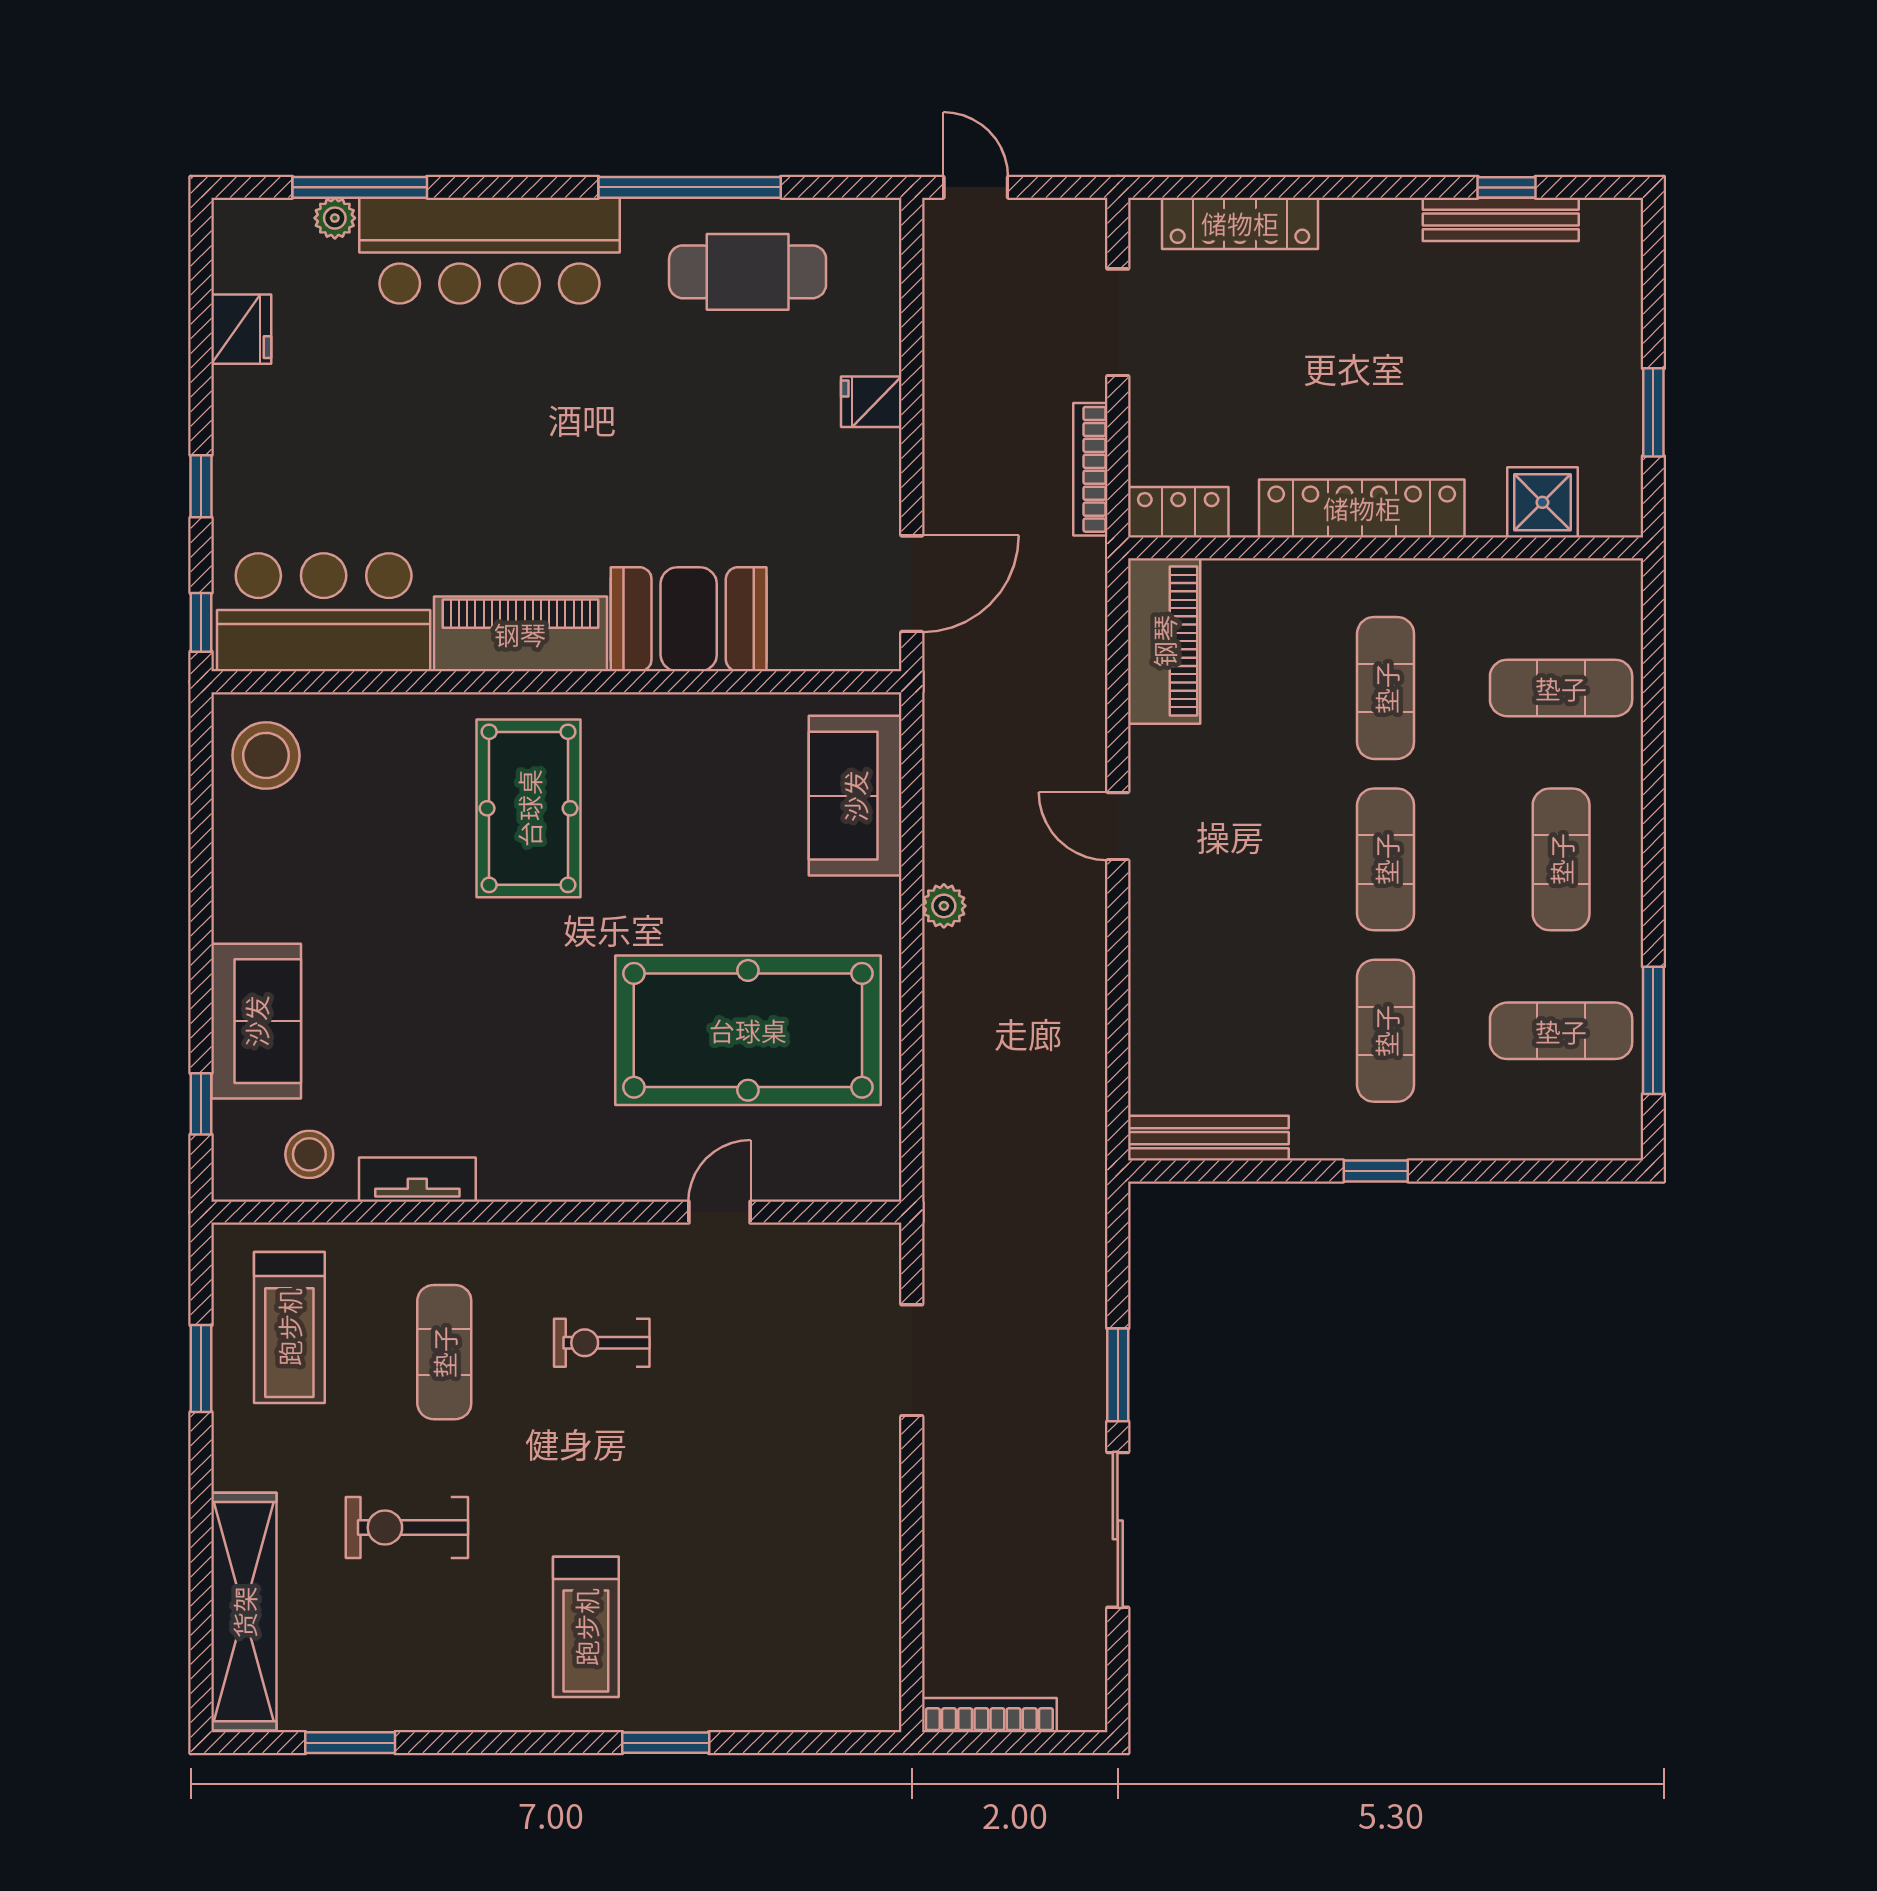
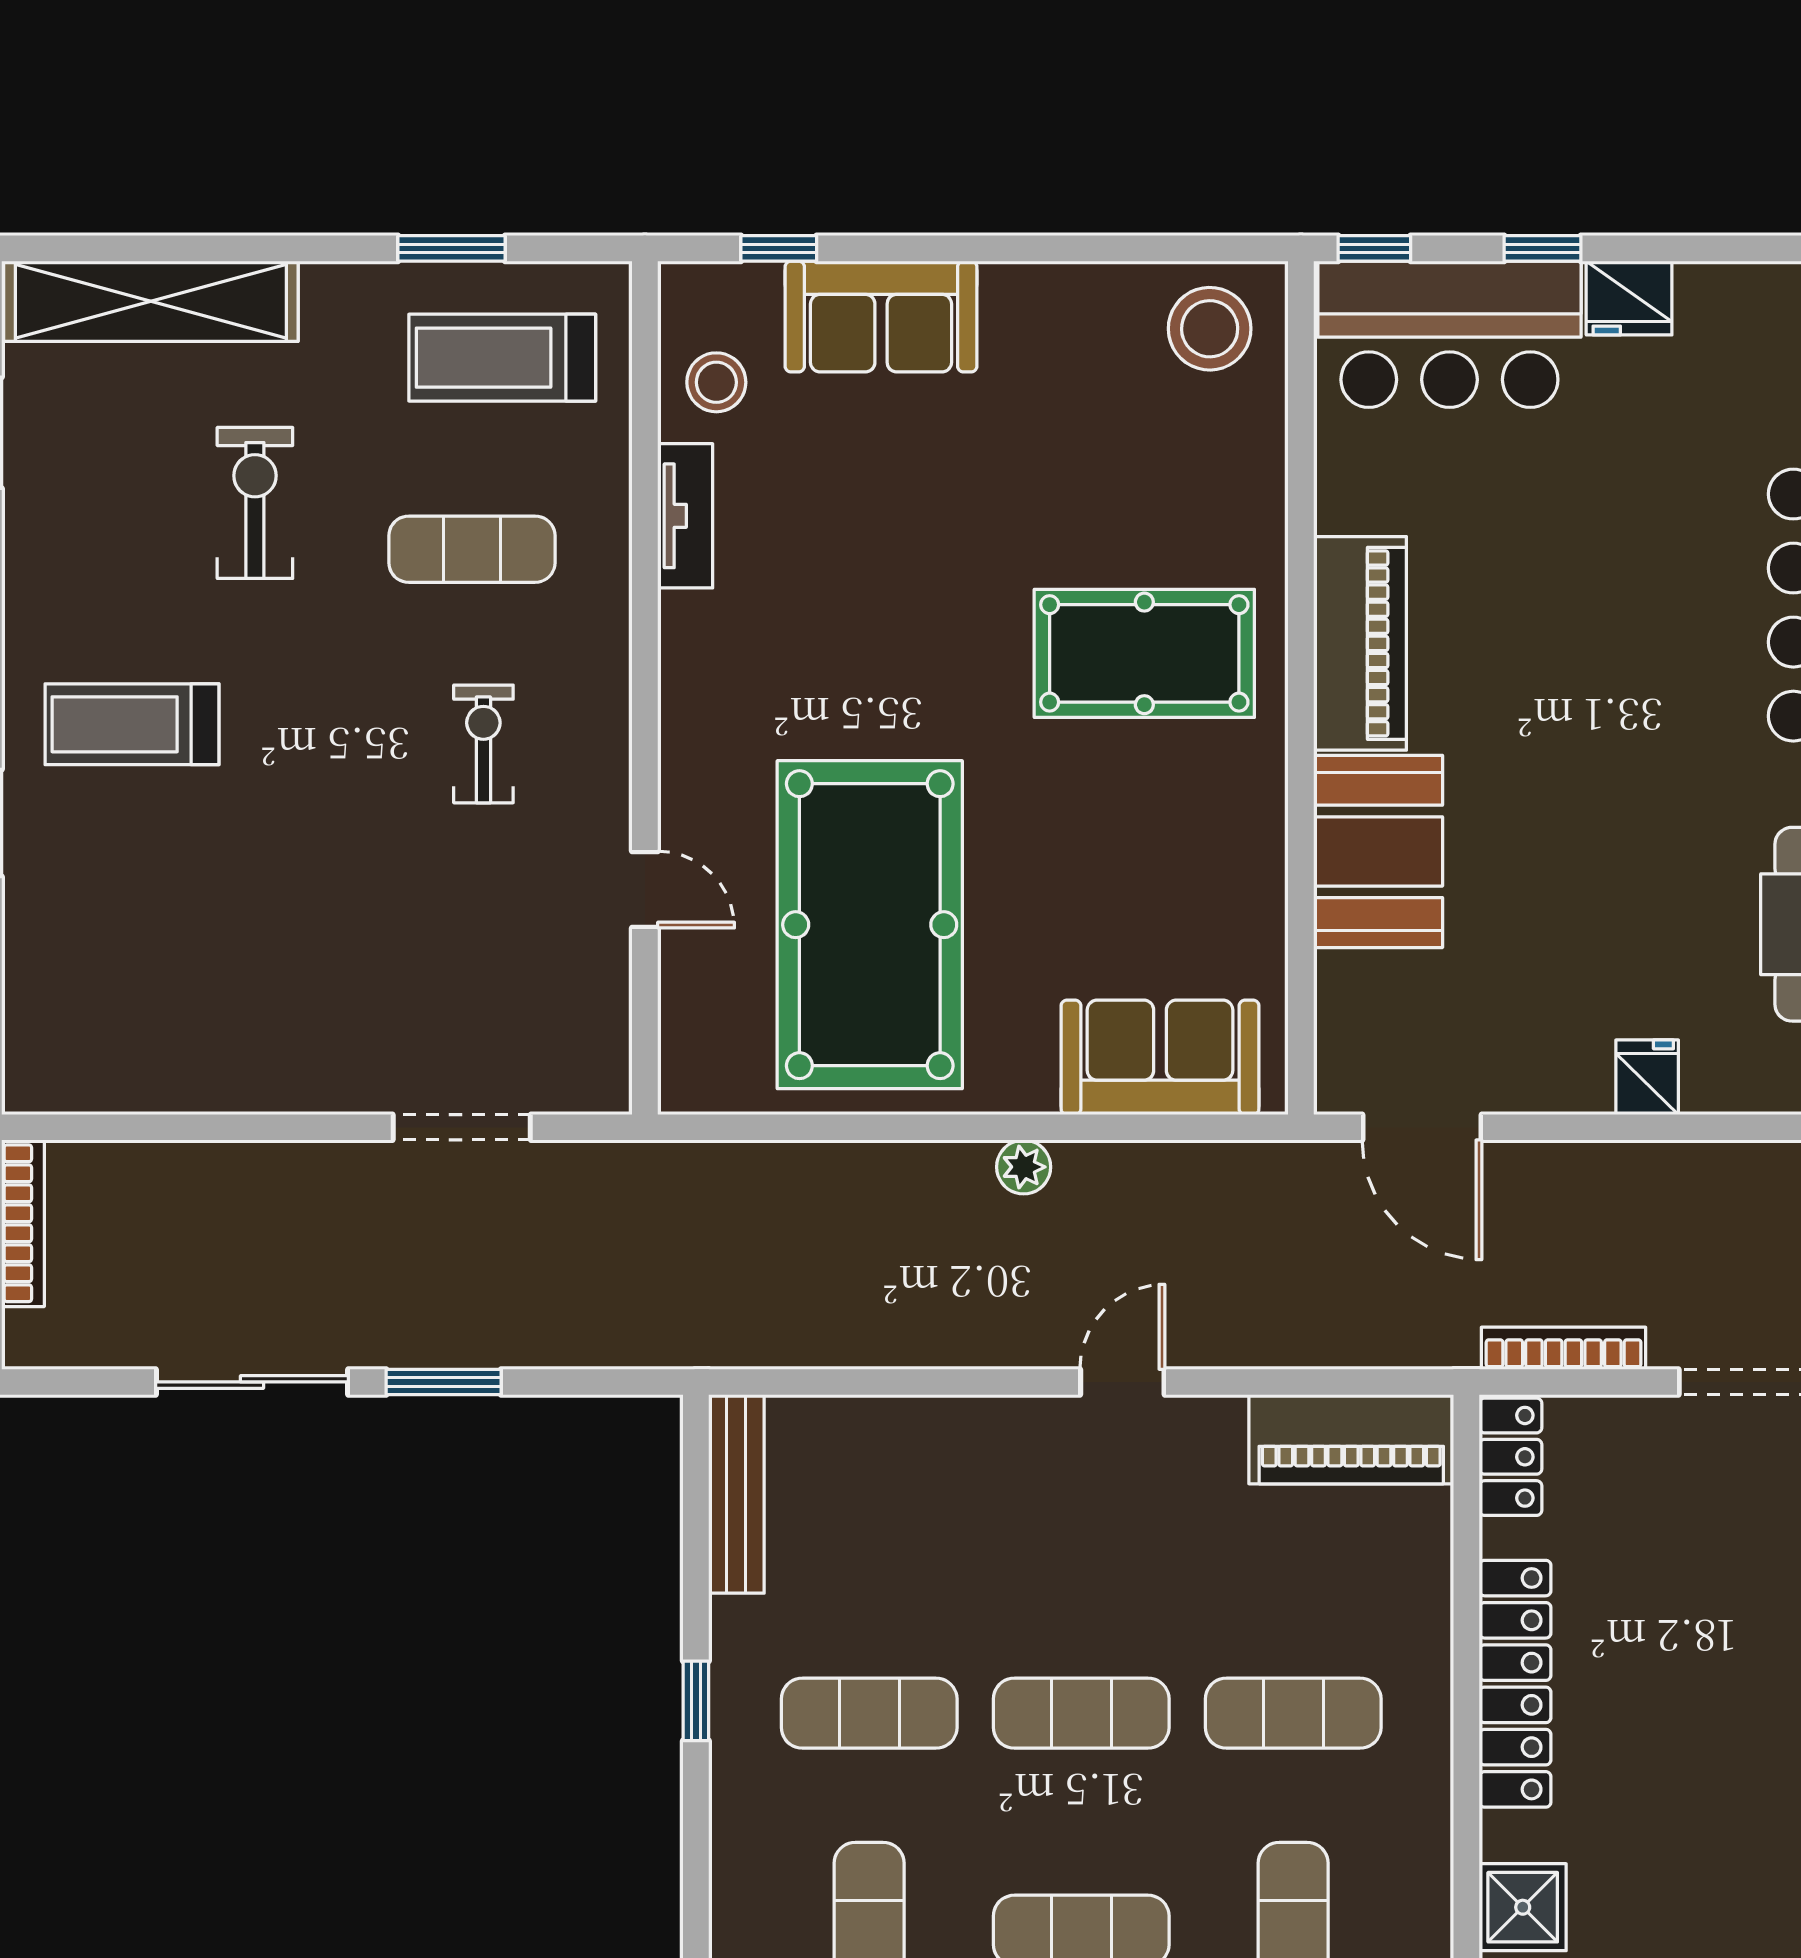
fridge: (241, 329) -> (1629, 298), moved
bar counter: (324, 612) -> (1449, 334), moved, turned 90

